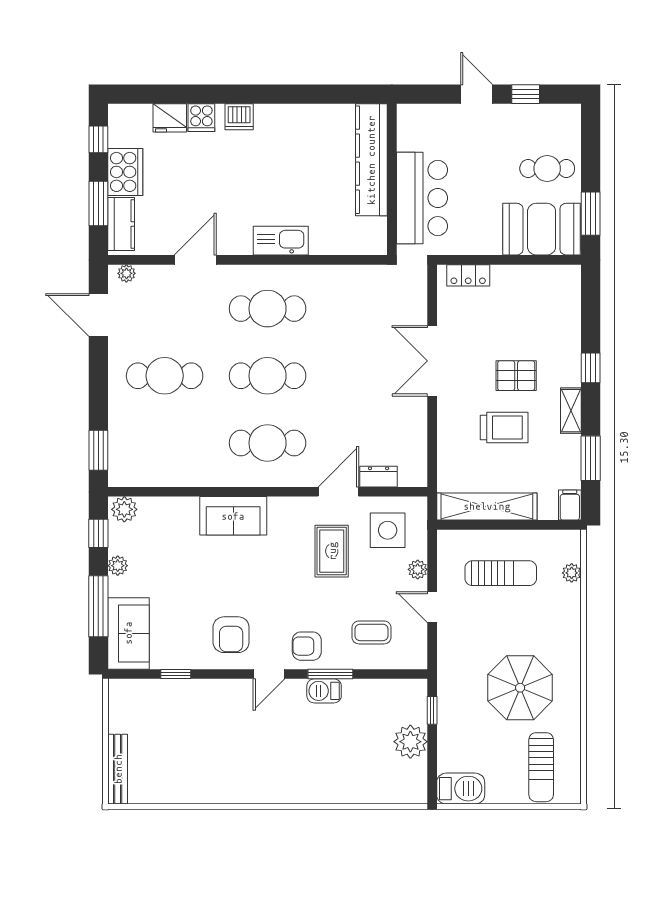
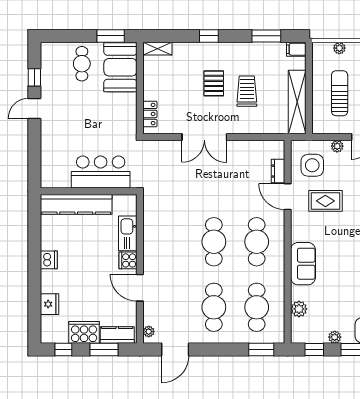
cooker: (201, 118) -> (128, 260), moved, turned 180
kitchen counter: (371, 160) -> (76, 204), moved
wall: (392, 179) -> (89, 191), moved
bar counter: (422, 198) -> (101, 172), moved
cafe table: (268, 309) -> (257, 307), moved
shelving: (571, 411) -> (157, 49), moved
plant: (124, 509) -> (299, 309), moved

